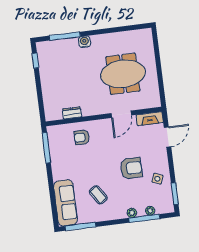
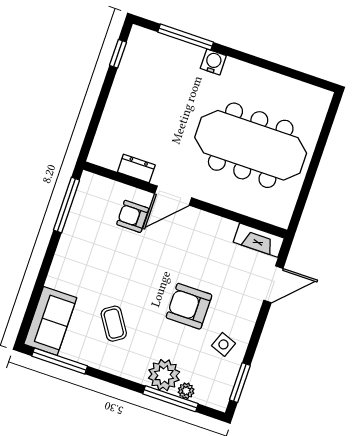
meeting table: (123, 74) -> (251, 145), width x1.36
door: (121, 114) -> (173, 196), moved
armchair: (131, 168) -> (189, 306), turned 180
sofa: (65, 203) -> (50, 321), width x0.73
plant: (132, 213) -> (164, 375), width x1.87, depth x1.87

